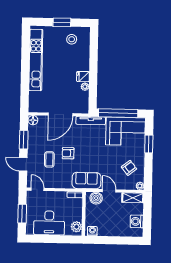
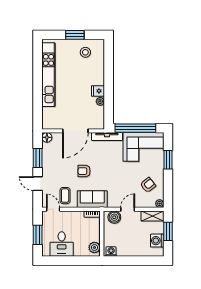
coffee table: (49, 159) -> (65, 196), moved
sofa: (87, 181) -> (92, 199), moved
door: (109, 191) -> (128, 209), hinge flipped
window: (147, 213) -> (168, 231), added
desk: (49, 223) -> (62, 244), width x0.73

